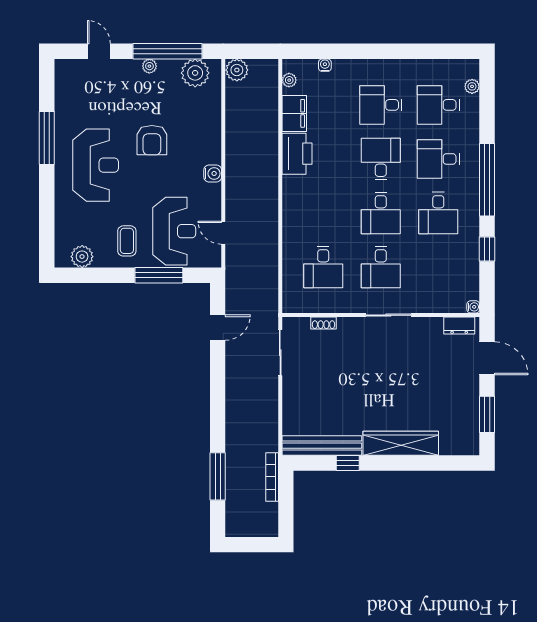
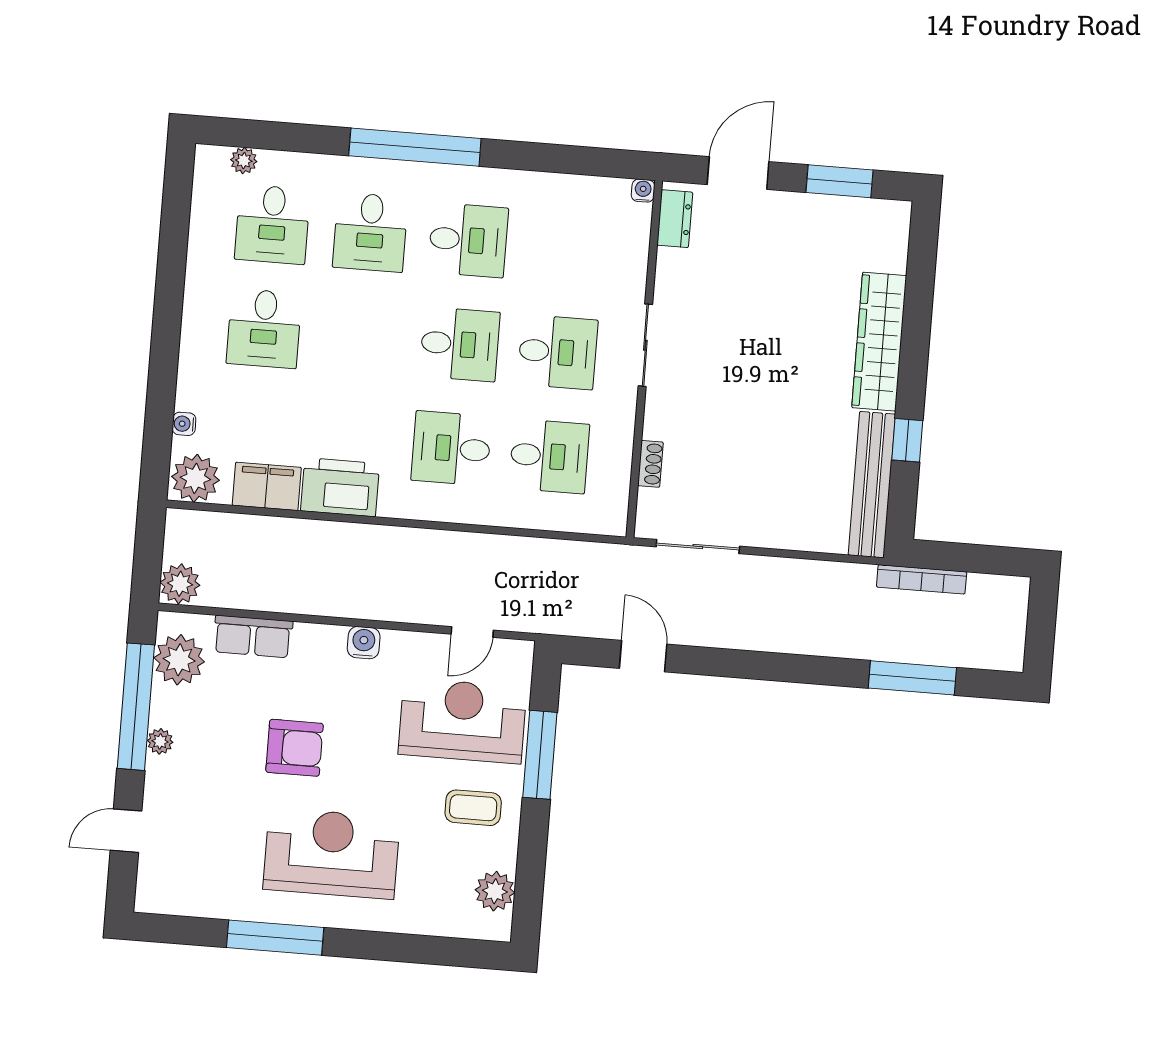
plant: (289, 80) -> (195, 478), width x1.88, depth x1.88
row of seats: (211, 112) -> (253, 636), added
desk: (381, 159) -> (451, 448), moved
window: (487, 249) -> (540, 157), removed

